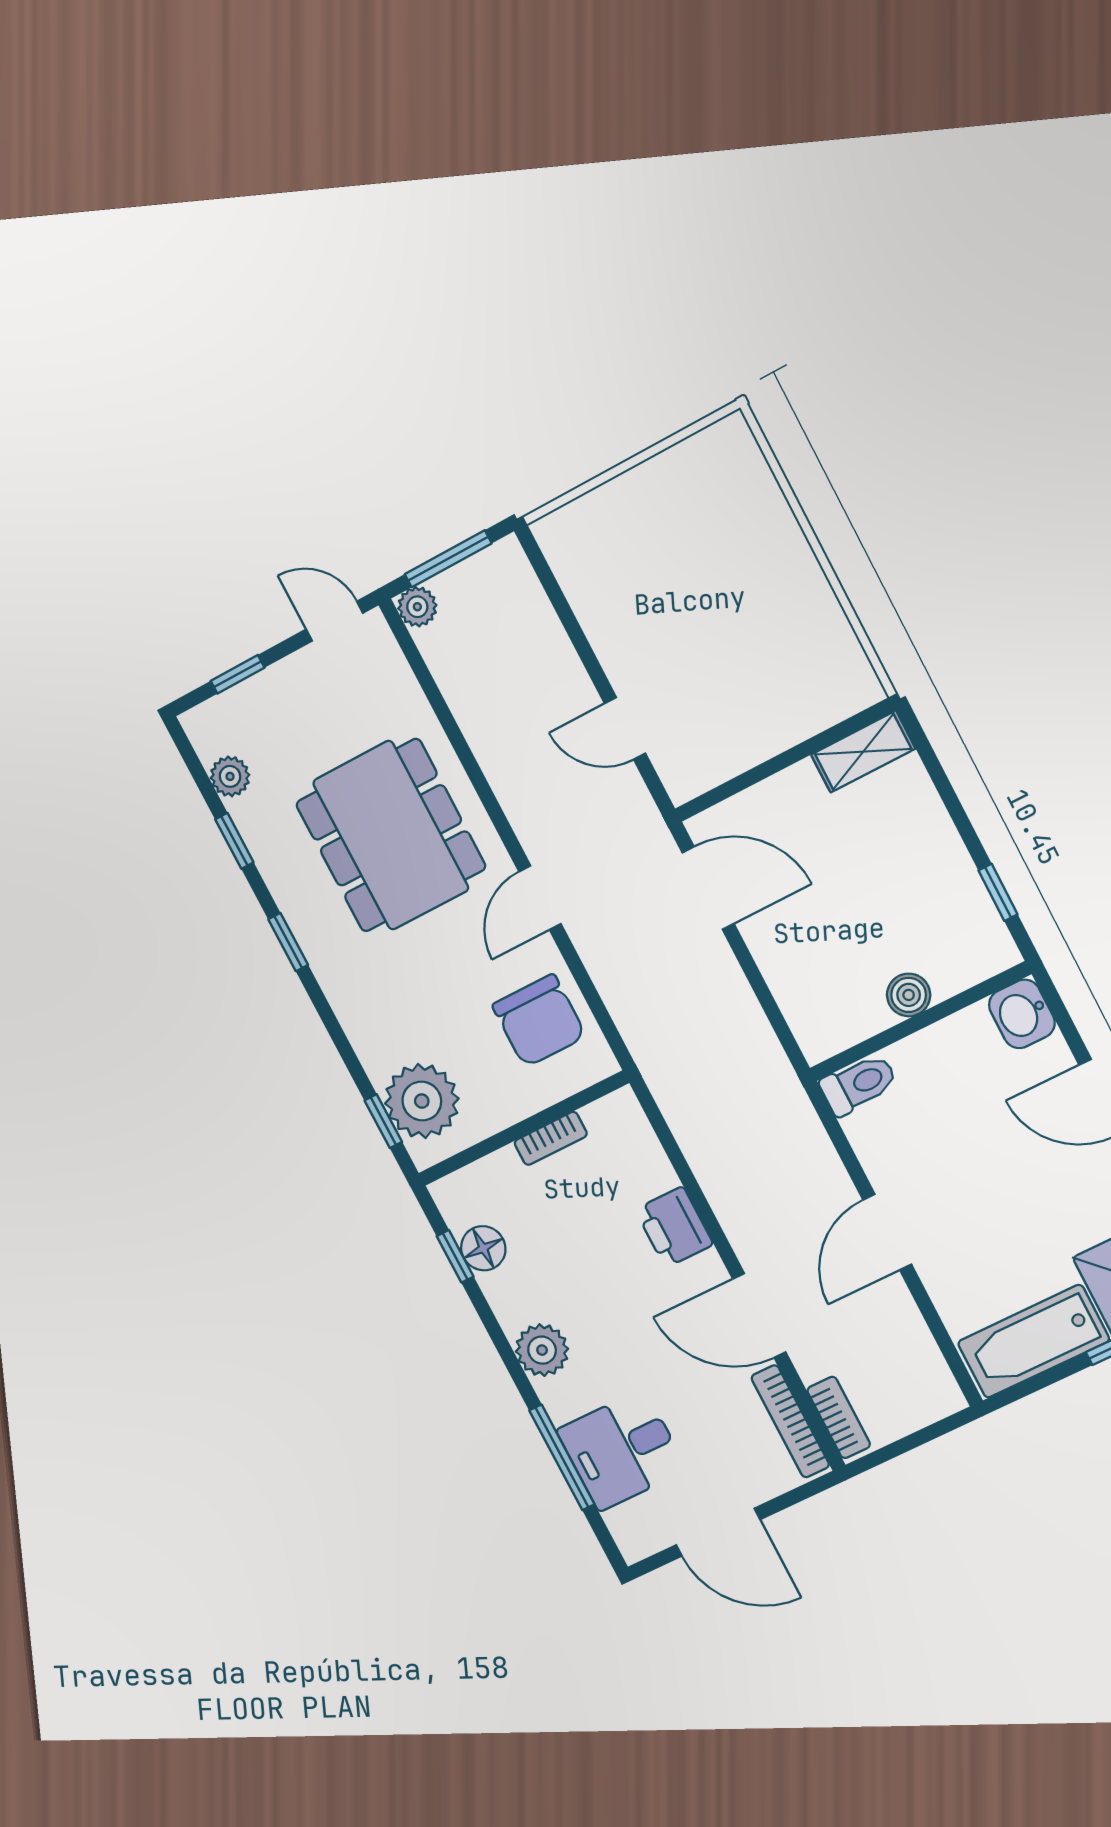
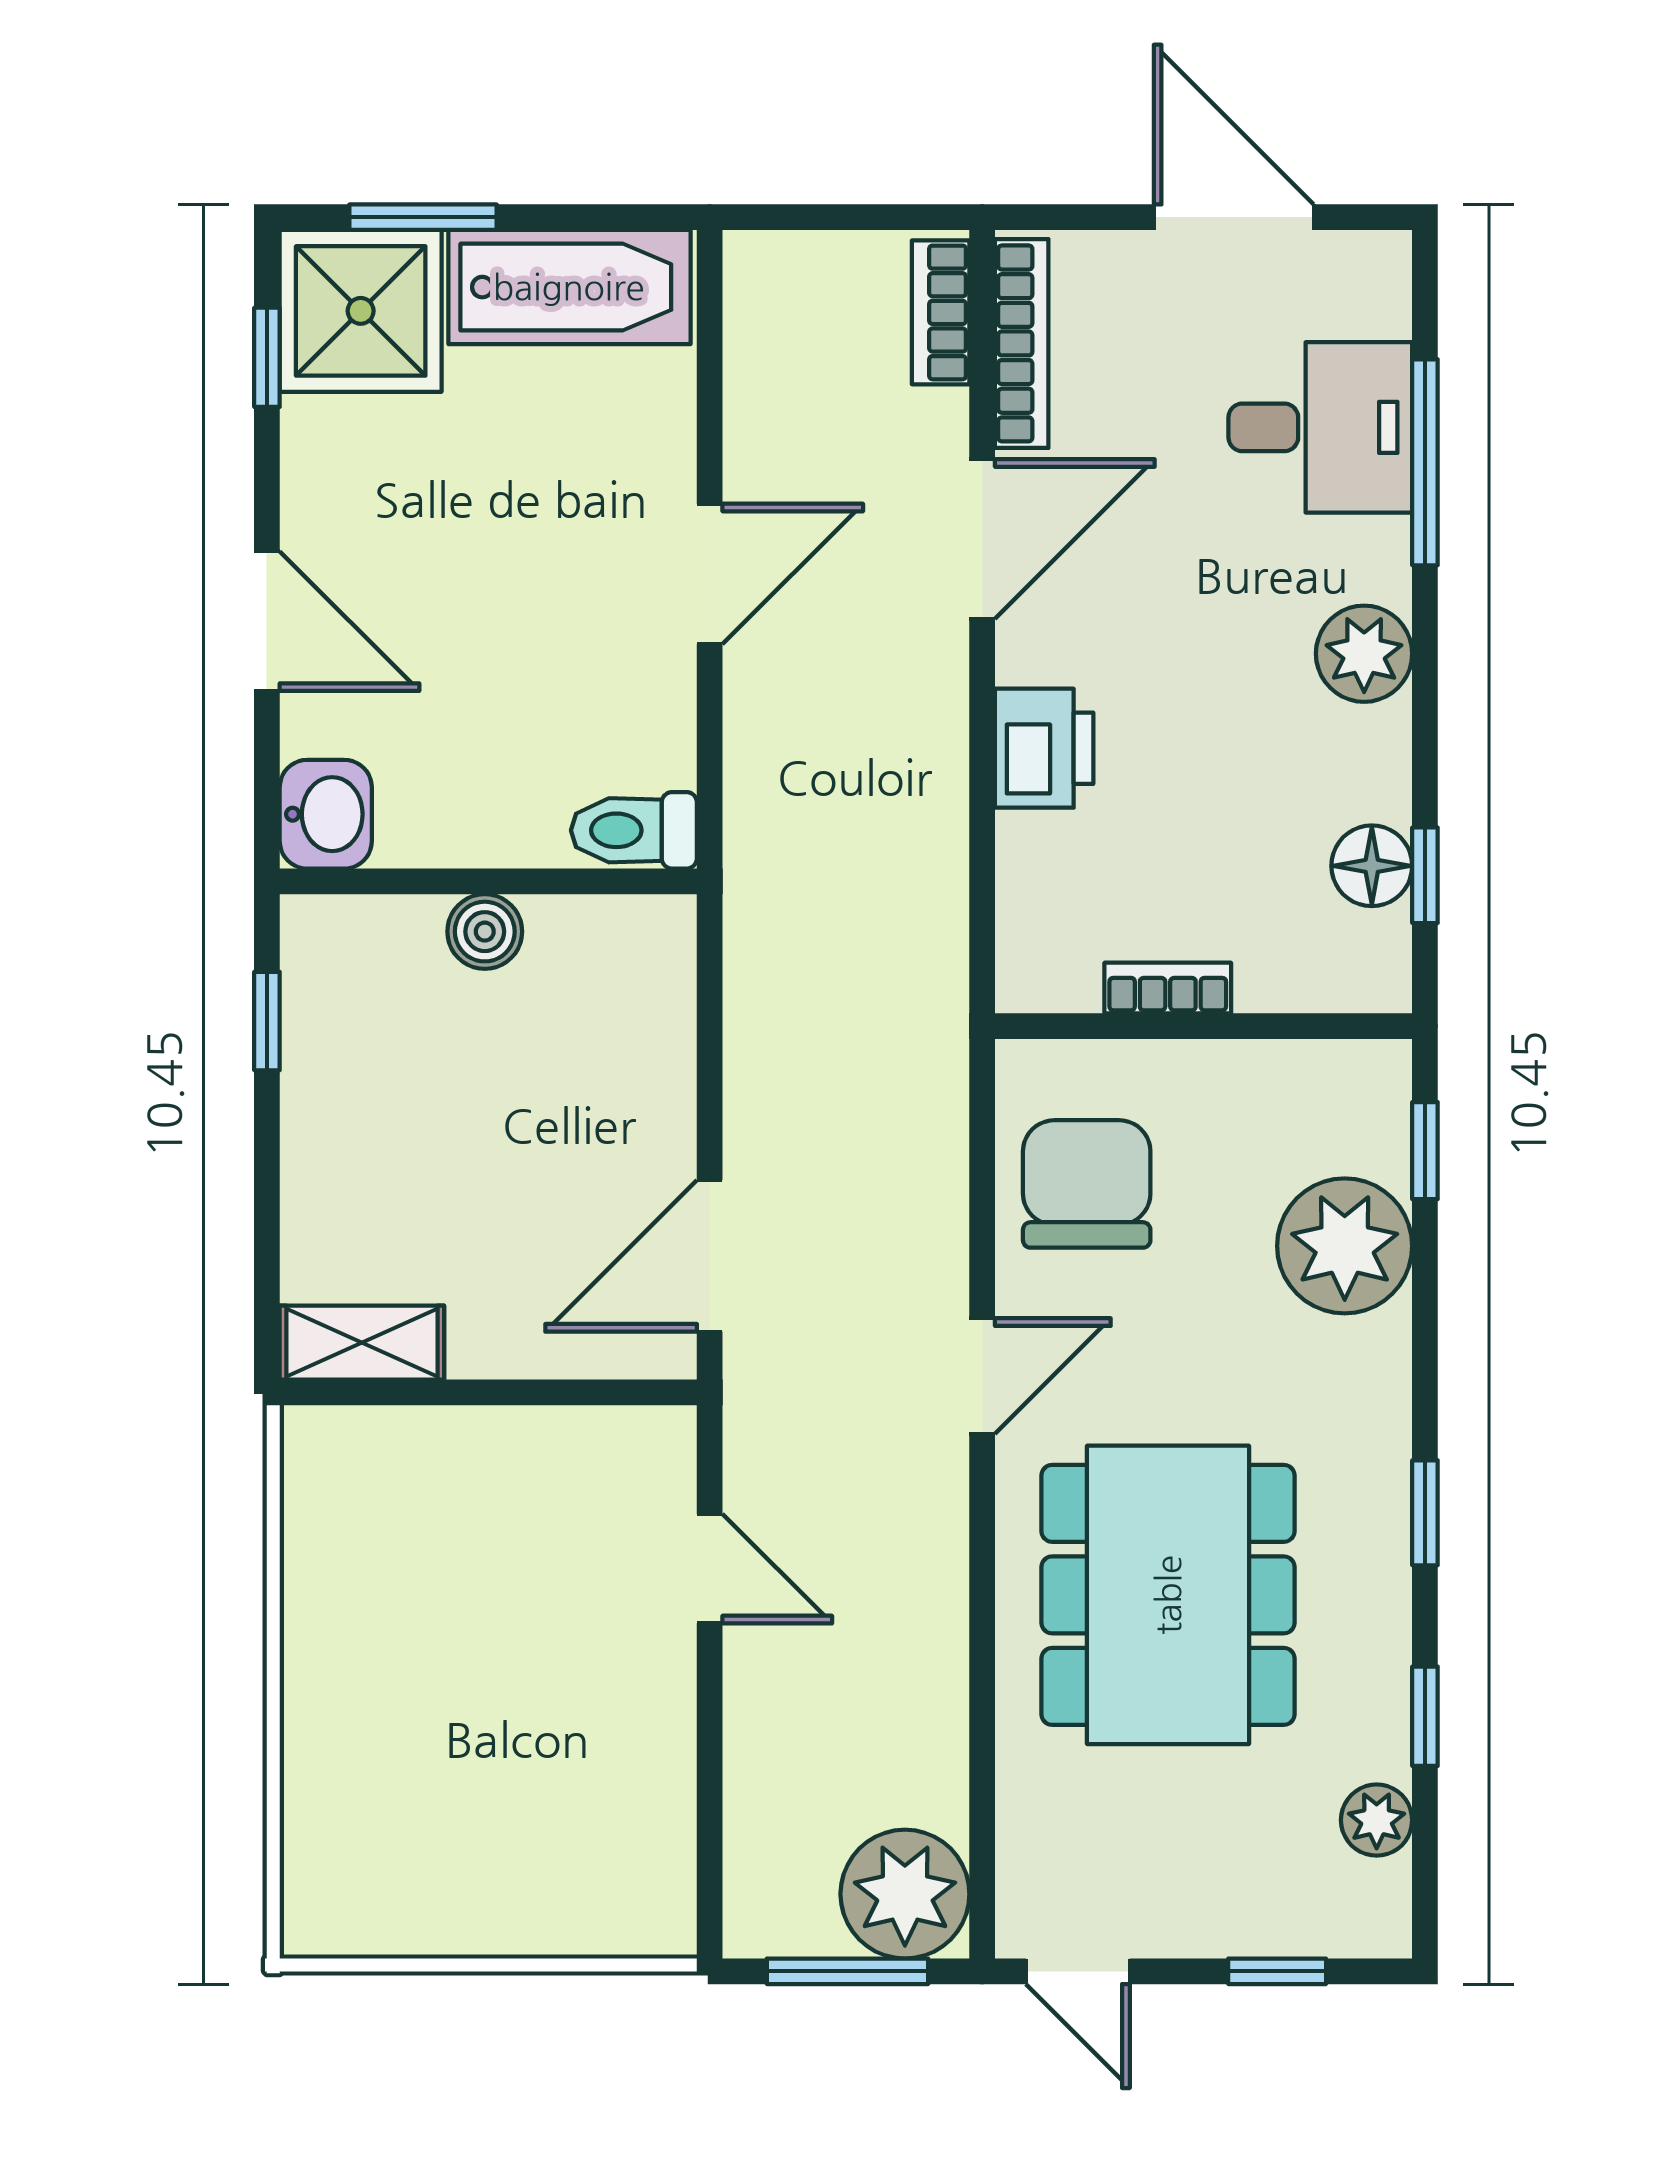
plant: (417, 607) -> (905, 1894), width x1.88, depth x1.88
door: (708, 888) -> (710, 1256), hinge flipped
plant: (422, 1101) -> (1345, 1246), moved
door: (759, 1316) -> (982, 539), hinge flipped

